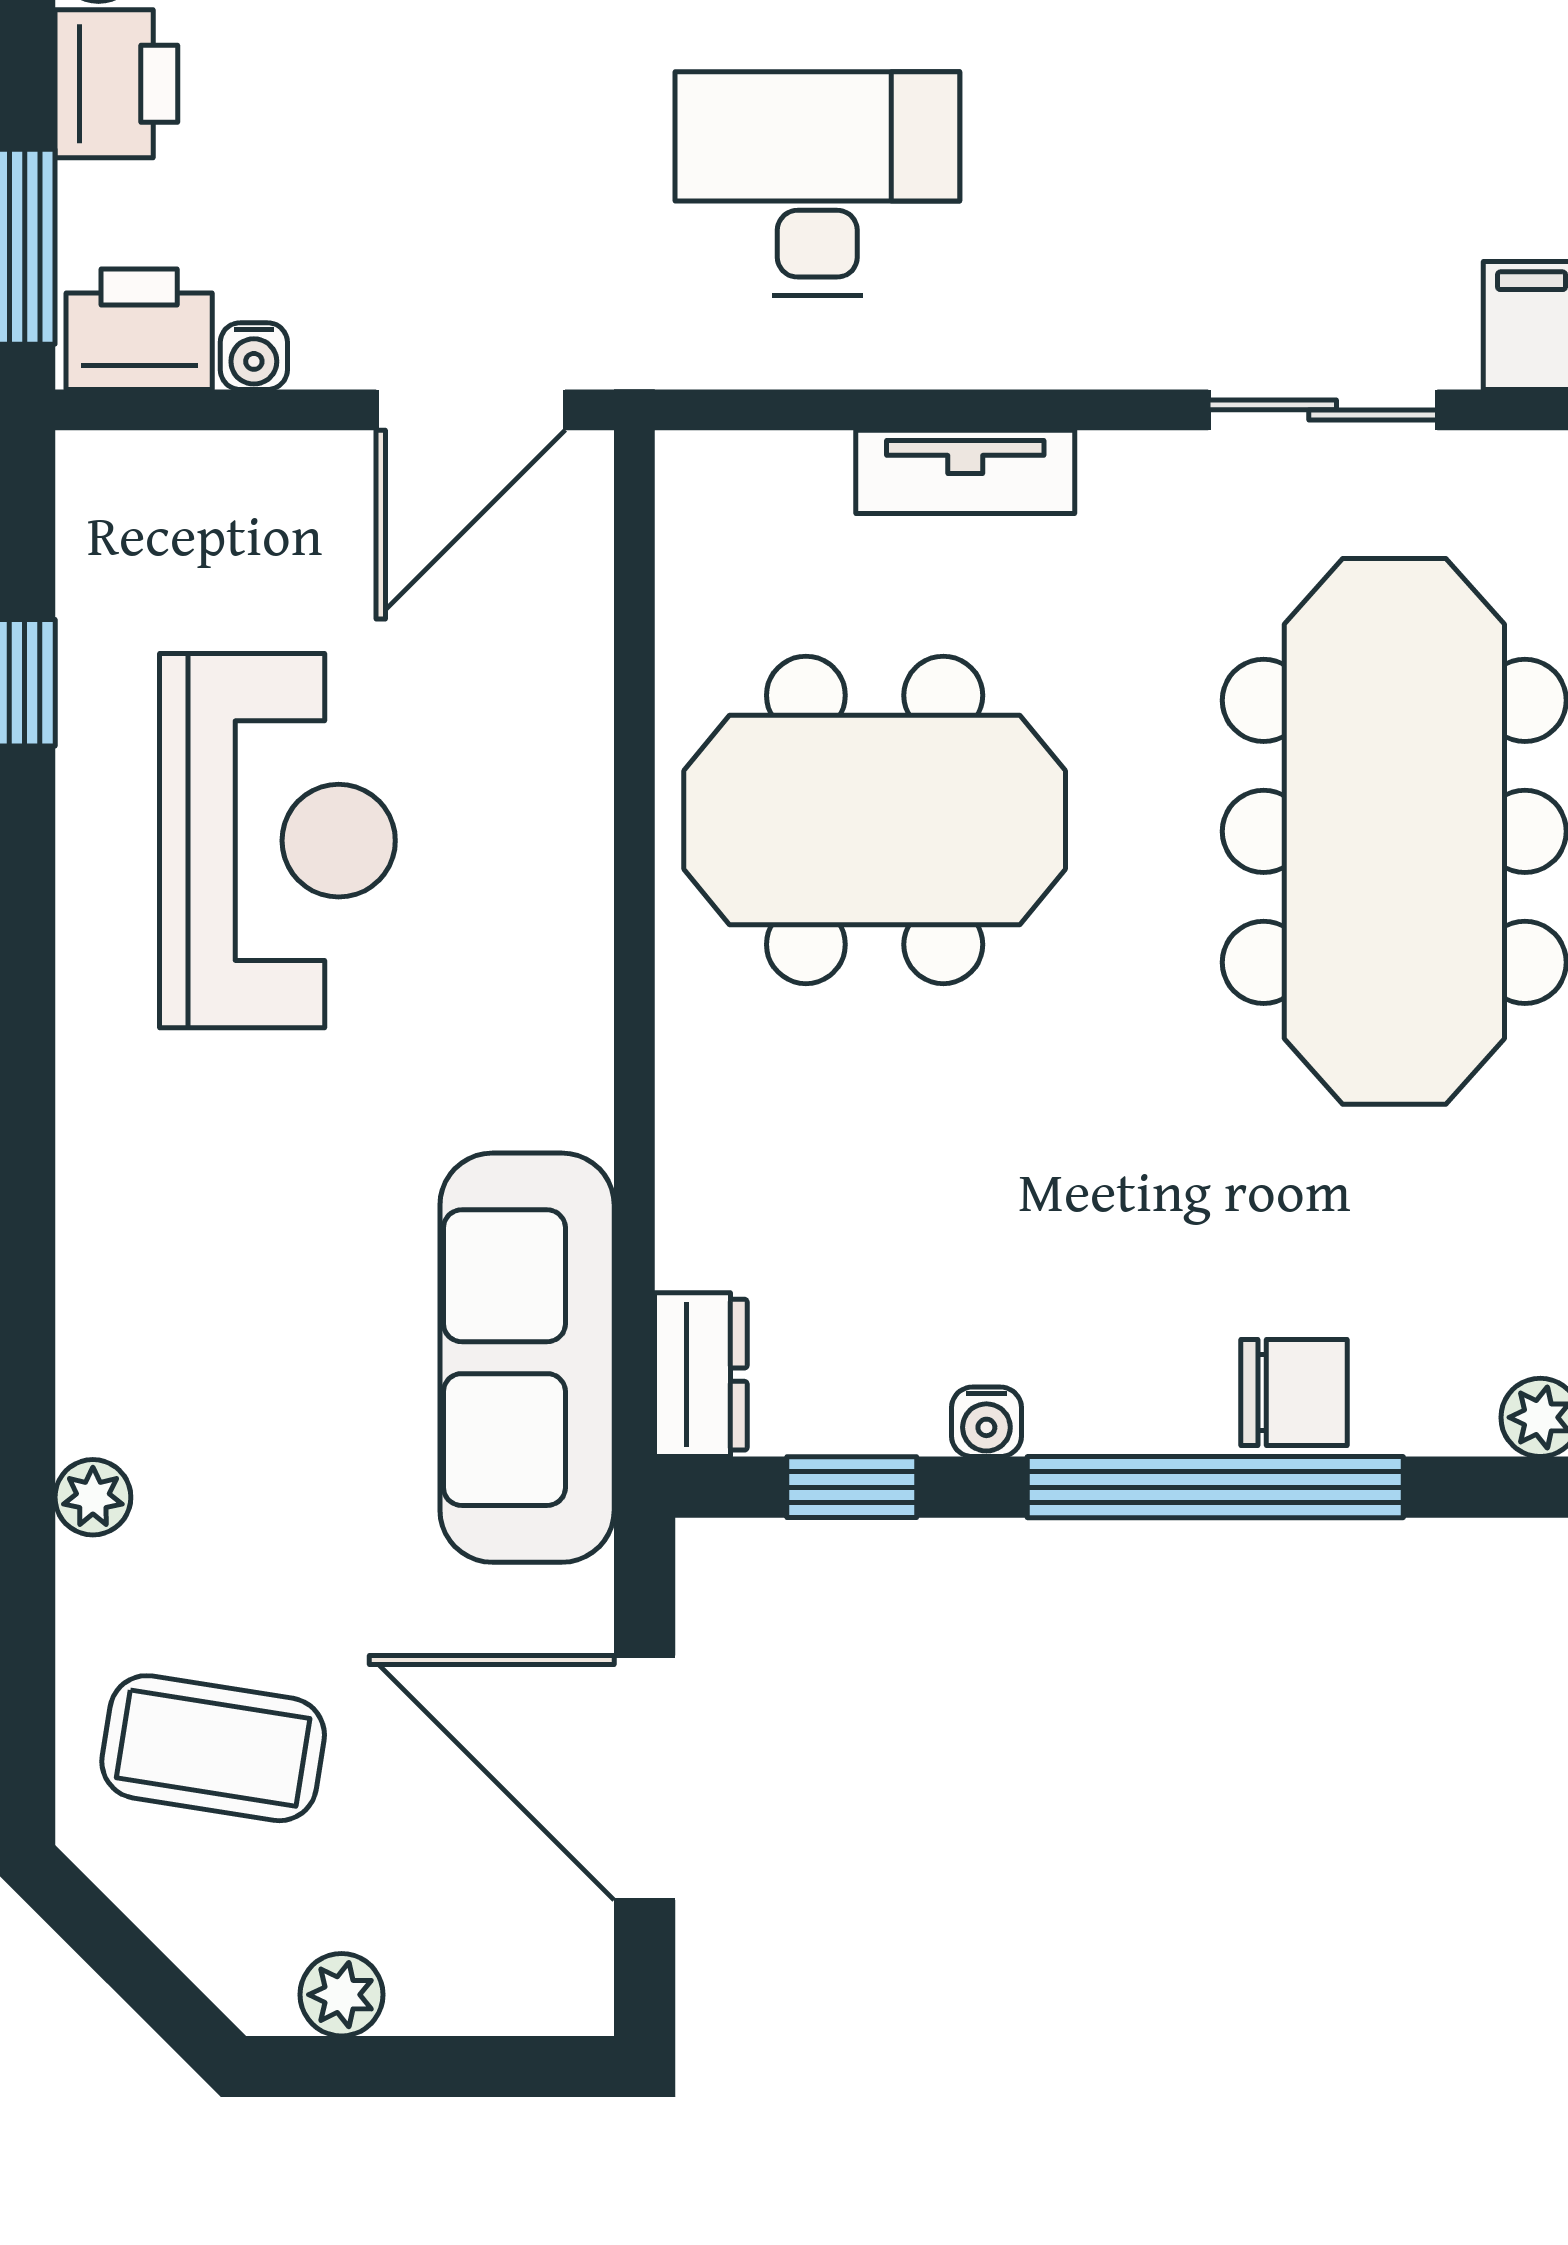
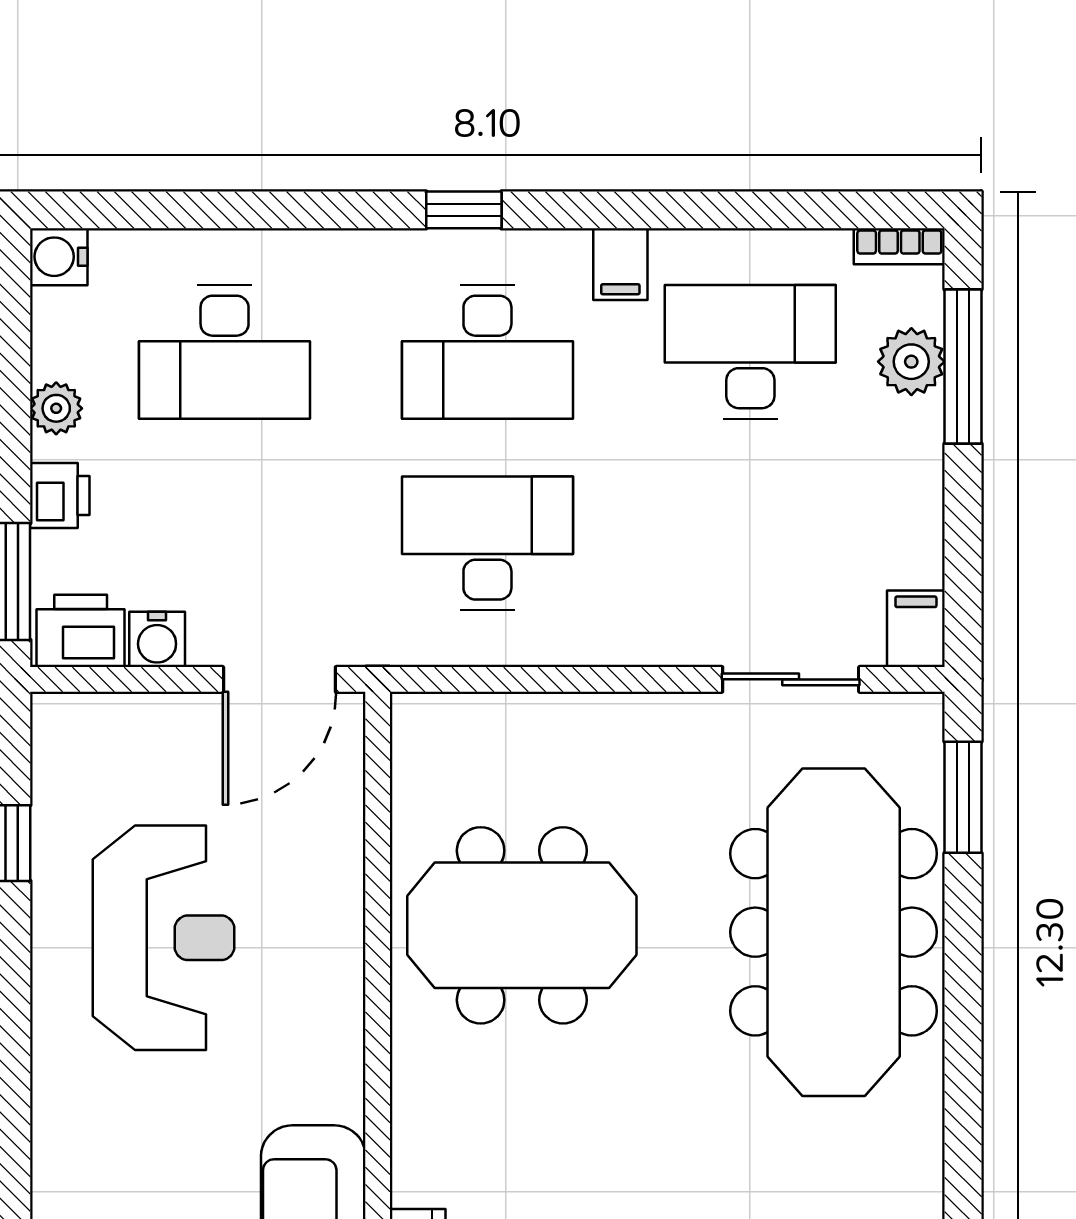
printer: (116, 84) -> (60, 496), width x0.73, depth x0.81
water cooler: (254, 356) -> (157, 639), width x1.38, depth x1.38
tv unit: (965, 472) -> (576, 717), removed

